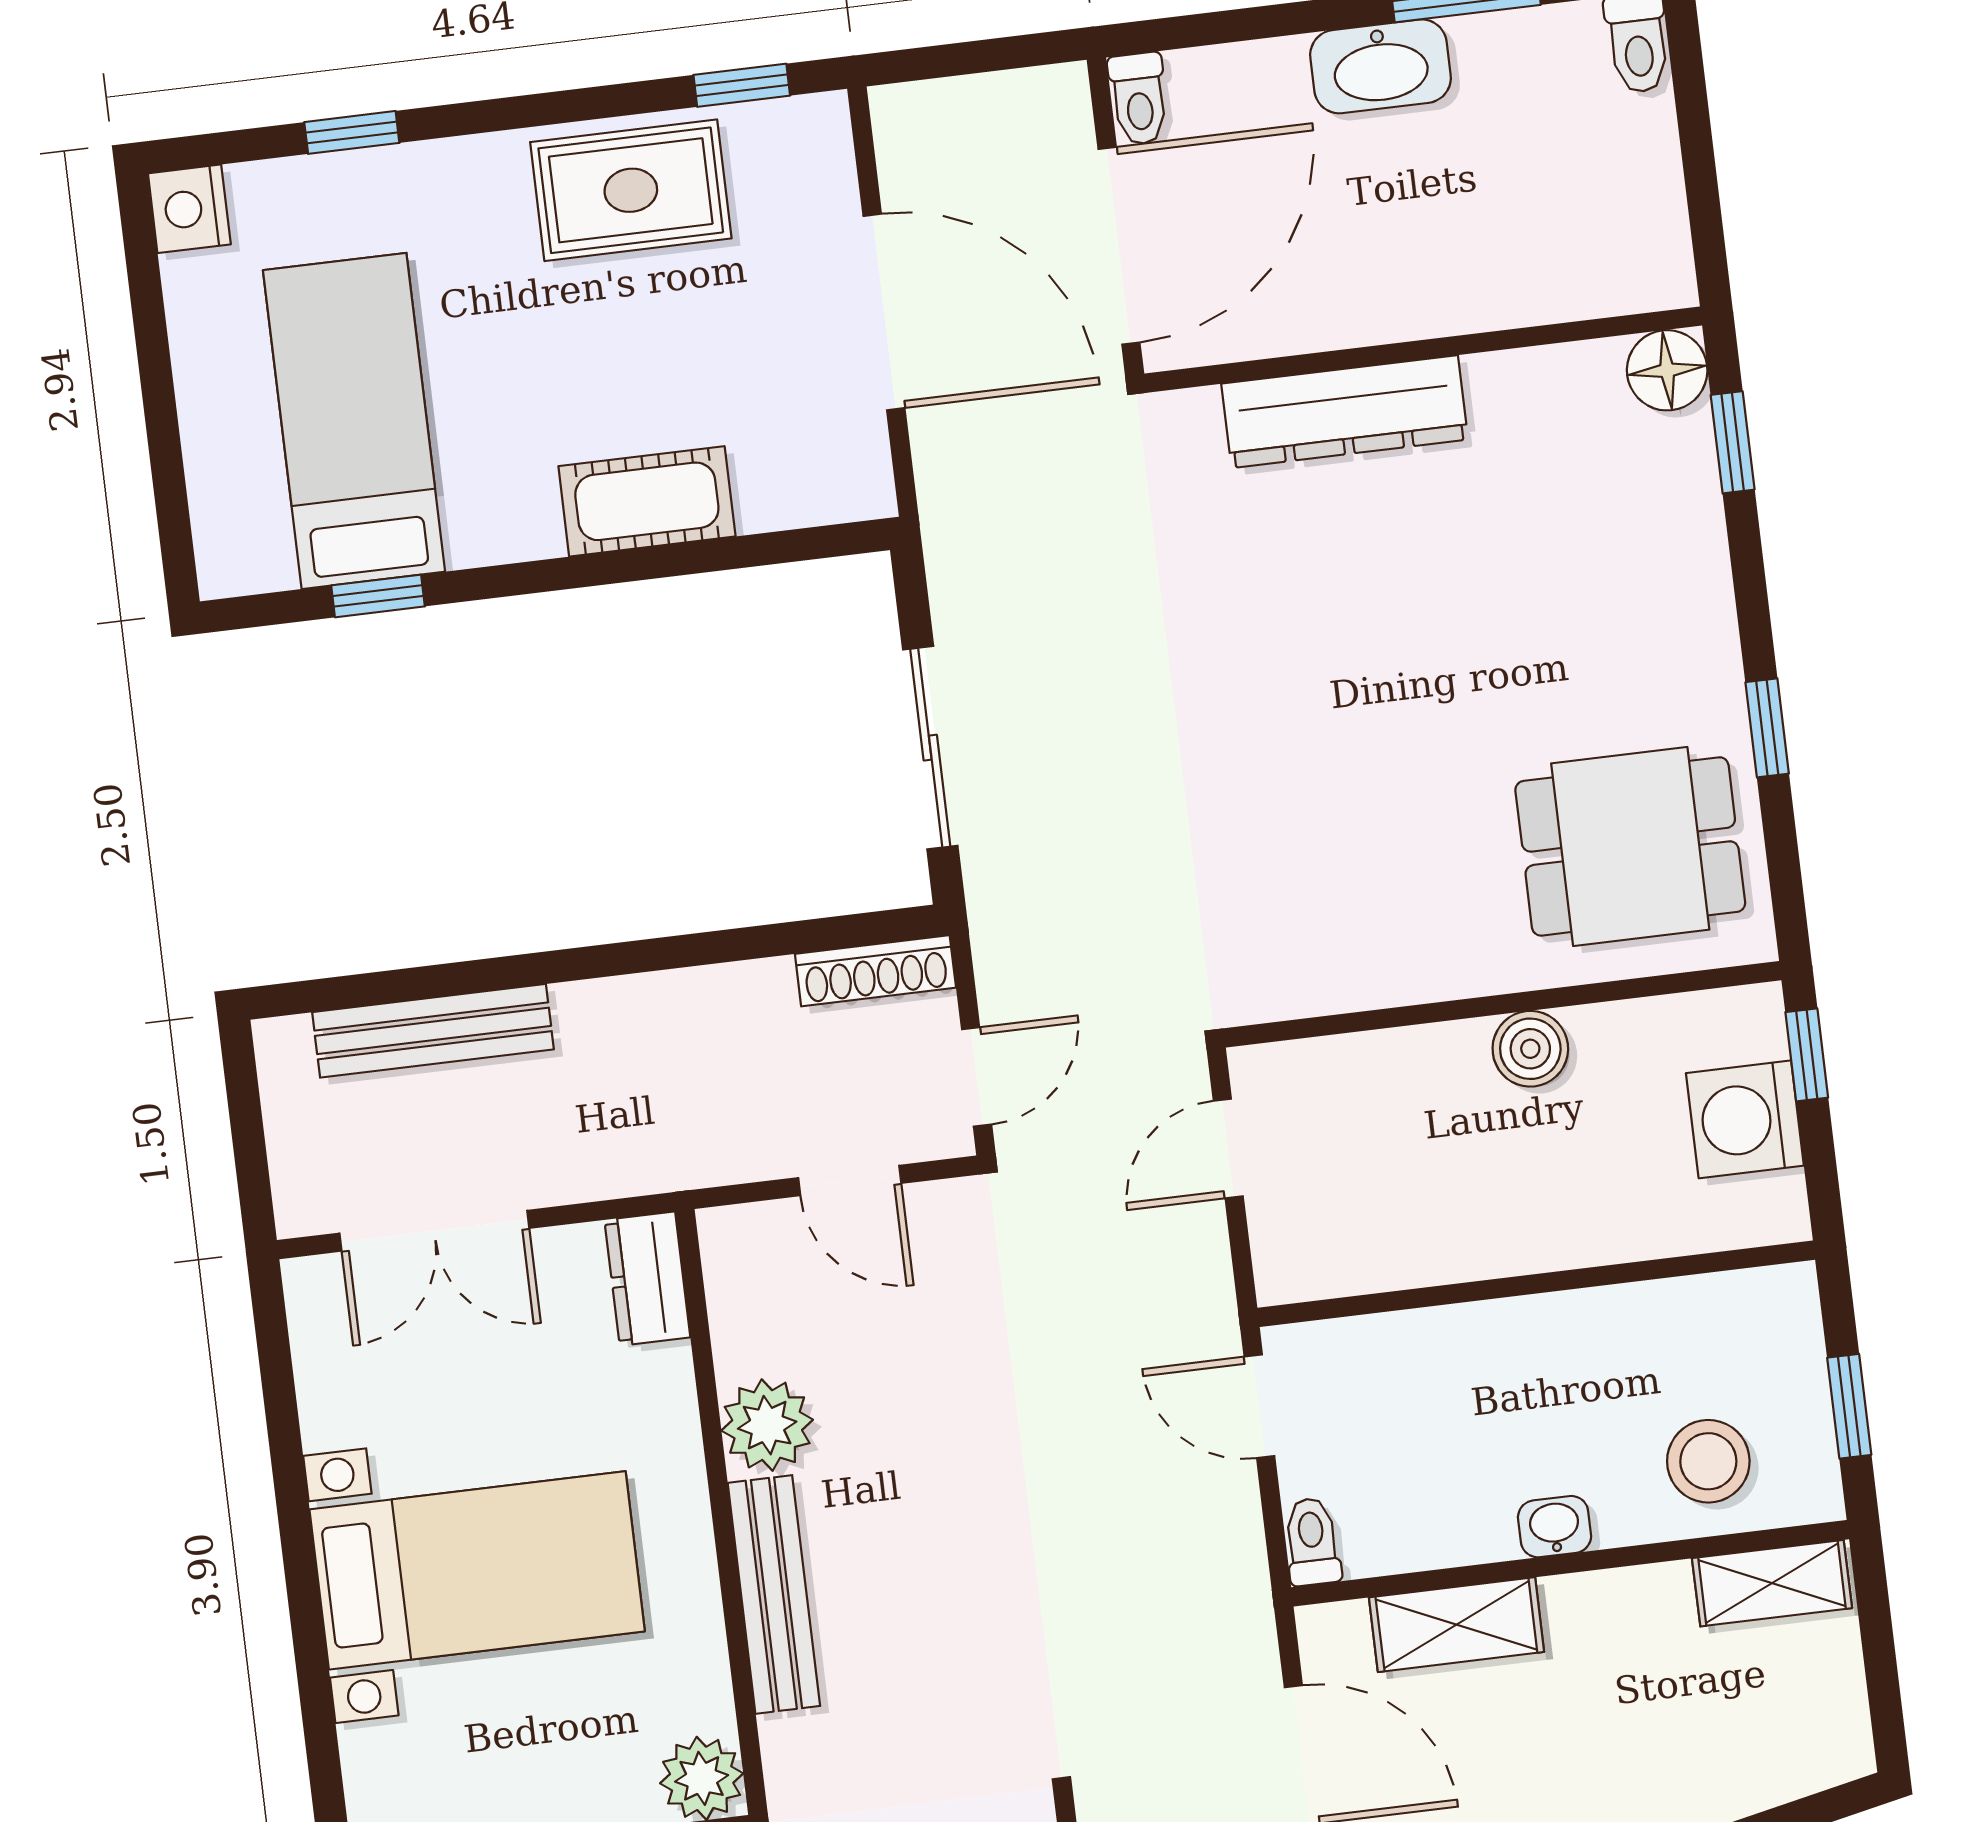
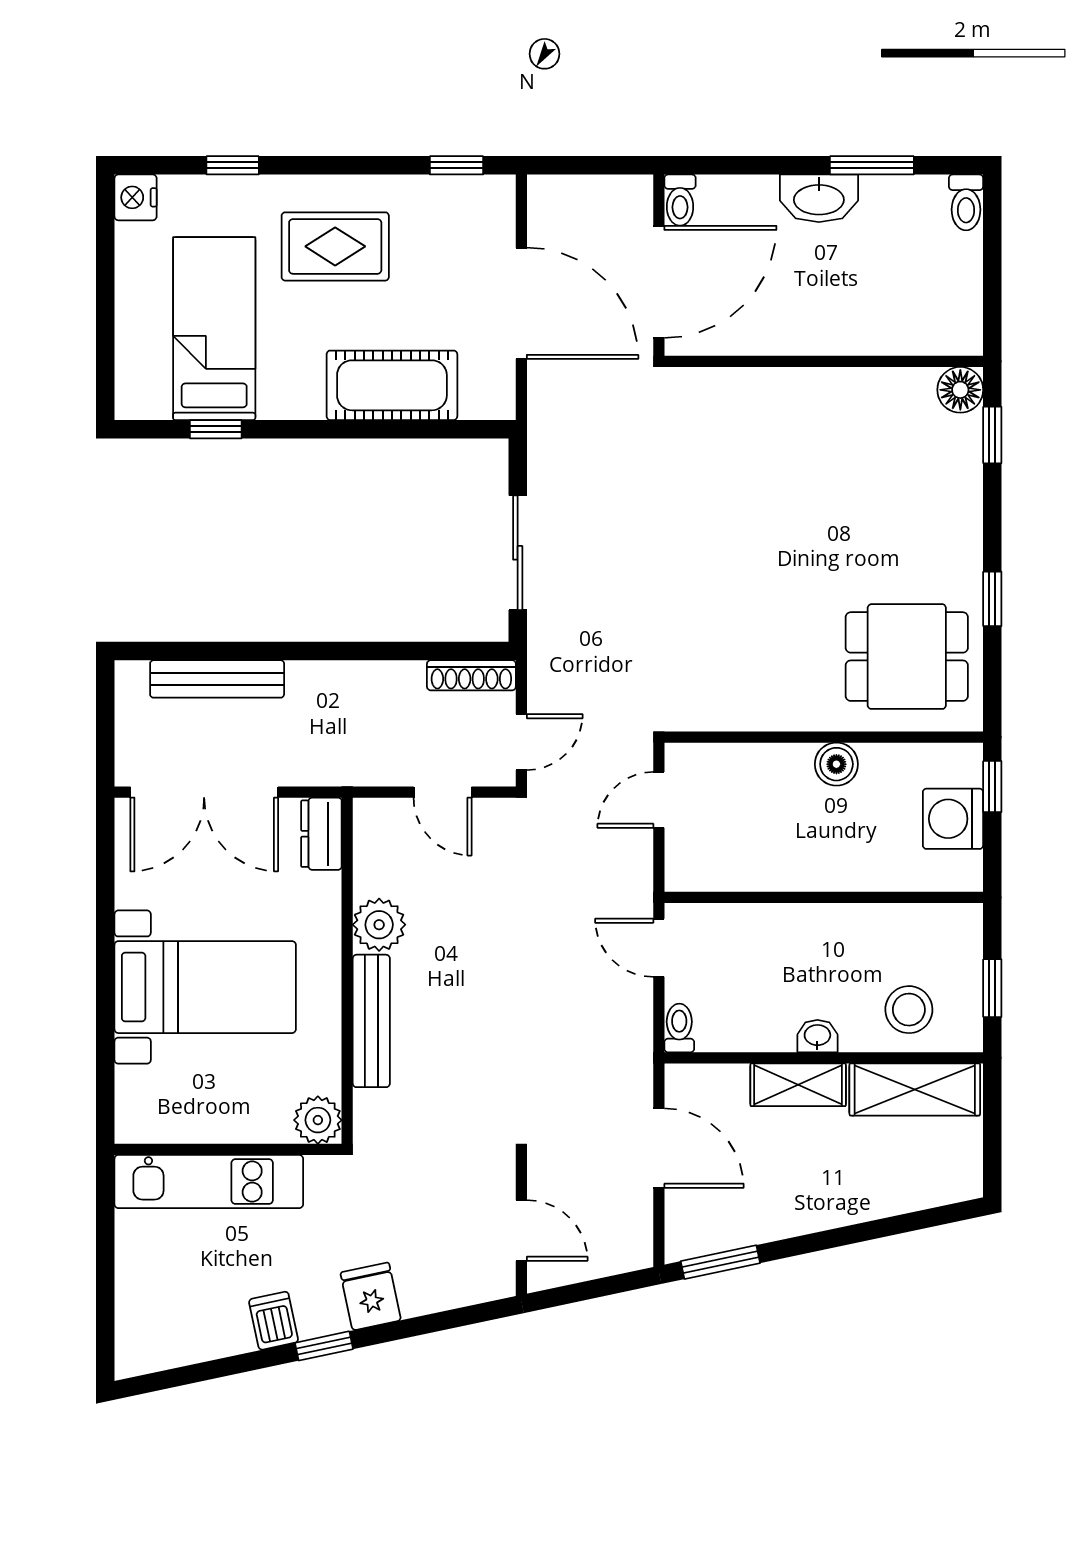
rug: (631, 190) -> (335, 246), moved
dresser: (1345, 412) -> (775, 391), removed
cot: (647, 501) -> (392, 385), width x1.37, depth x1.34
double door: (434, 1231) -> (204, 792), width x1.37
shelving: (1772, 1583) -> (915, 1089), width x1.50, depth x1.33
shelving: (1456, 1625) -> (798, 1085), moved

